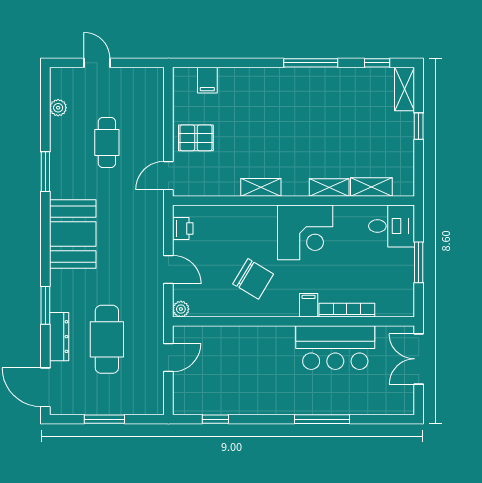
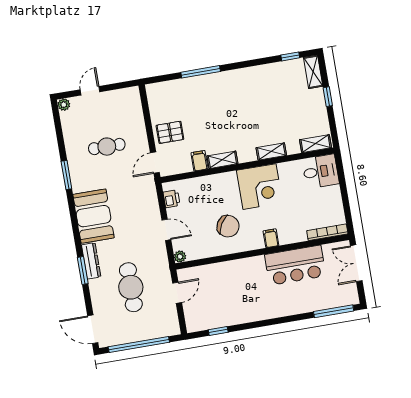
door: (97, 63) -> (90, 91), hinge flipped
window: (311, 63) -> (201, 72), moved
filing cabinet: (207, 80) -> (199, 161), moved, turned 180
plant: (58, 108) -> (64, 105), moved
cafe table: (107, 143) -> (107, 147), turned 90
shelving: (371, 187) -> (316, 144), moved
window: (419, 262) -> (344, 194), removed
bookcase: (347, 310) -> (327, 232), moved
dresser: (59, 337) -> (91, 261), moved
window: (104, 419) -> (139, 345), width x2.11
window: (322, 419) -> (334, 311), moved

